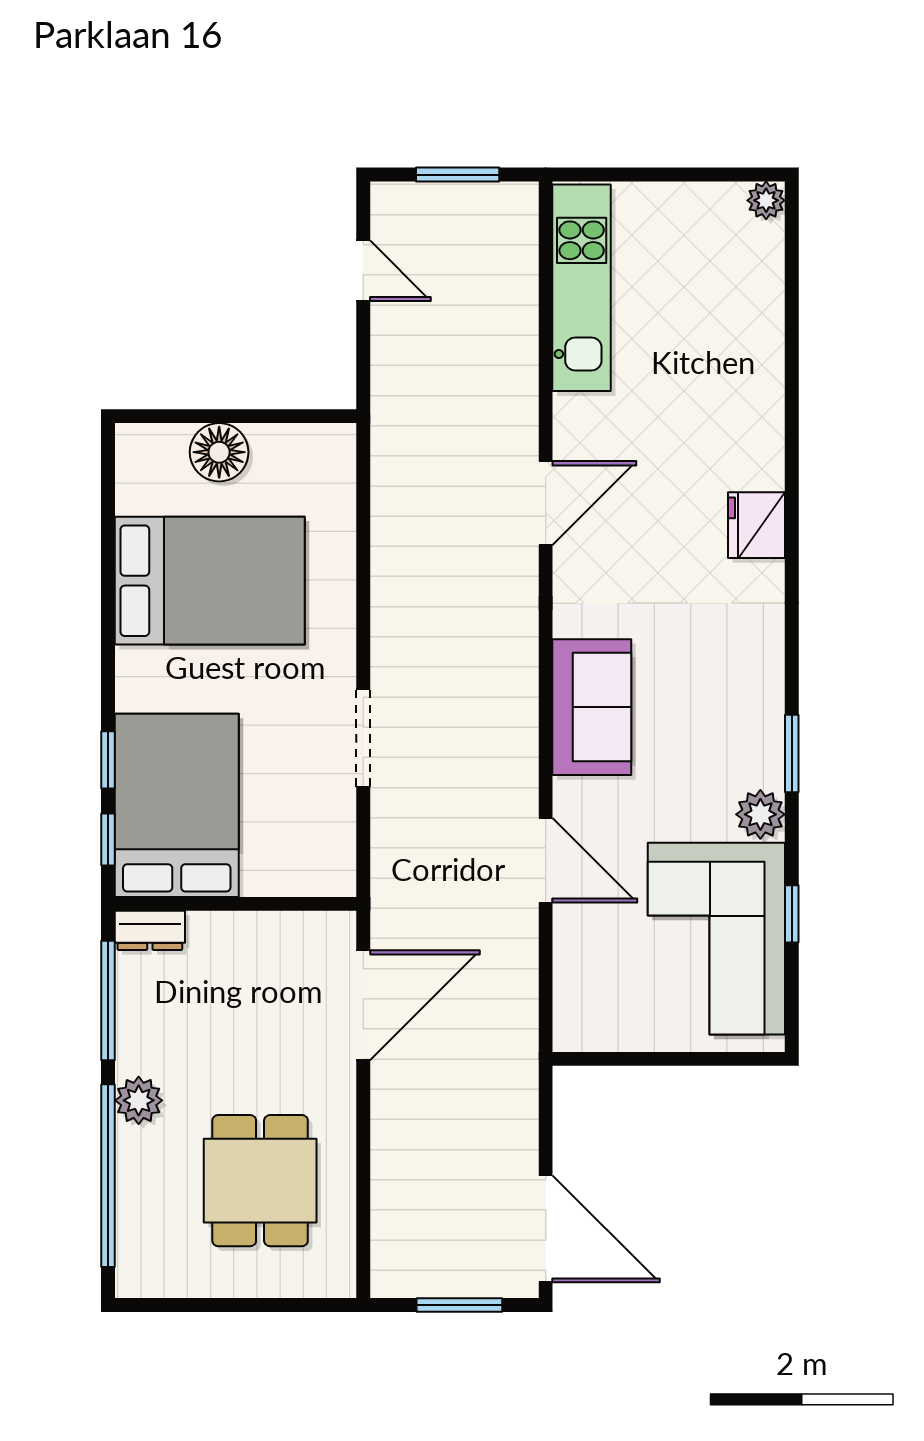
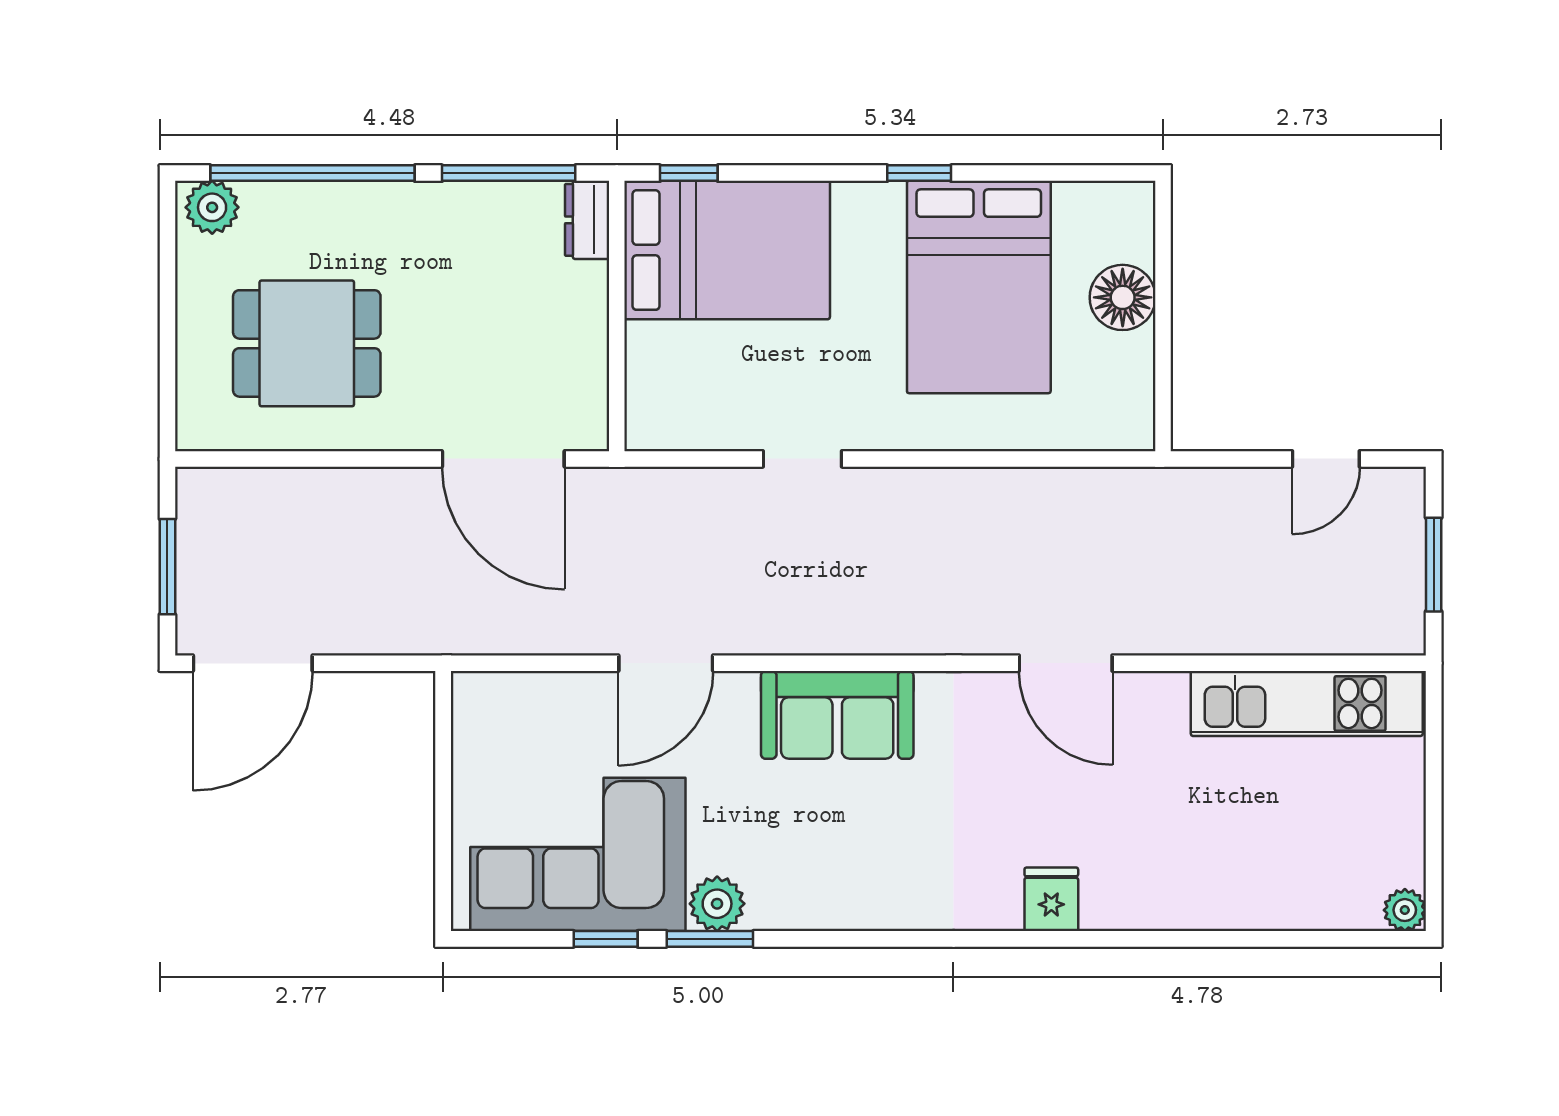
fridge: (756, 525) -> (1051, 899), width x0.72
doorway: (363, 738) -> (802, 459), width x0.73
window: (792, 754) -> (710, 939), moved
window: (108, 760) -> (919, 173), moved
plant: (139, 1100) -> (212, 207), moved

